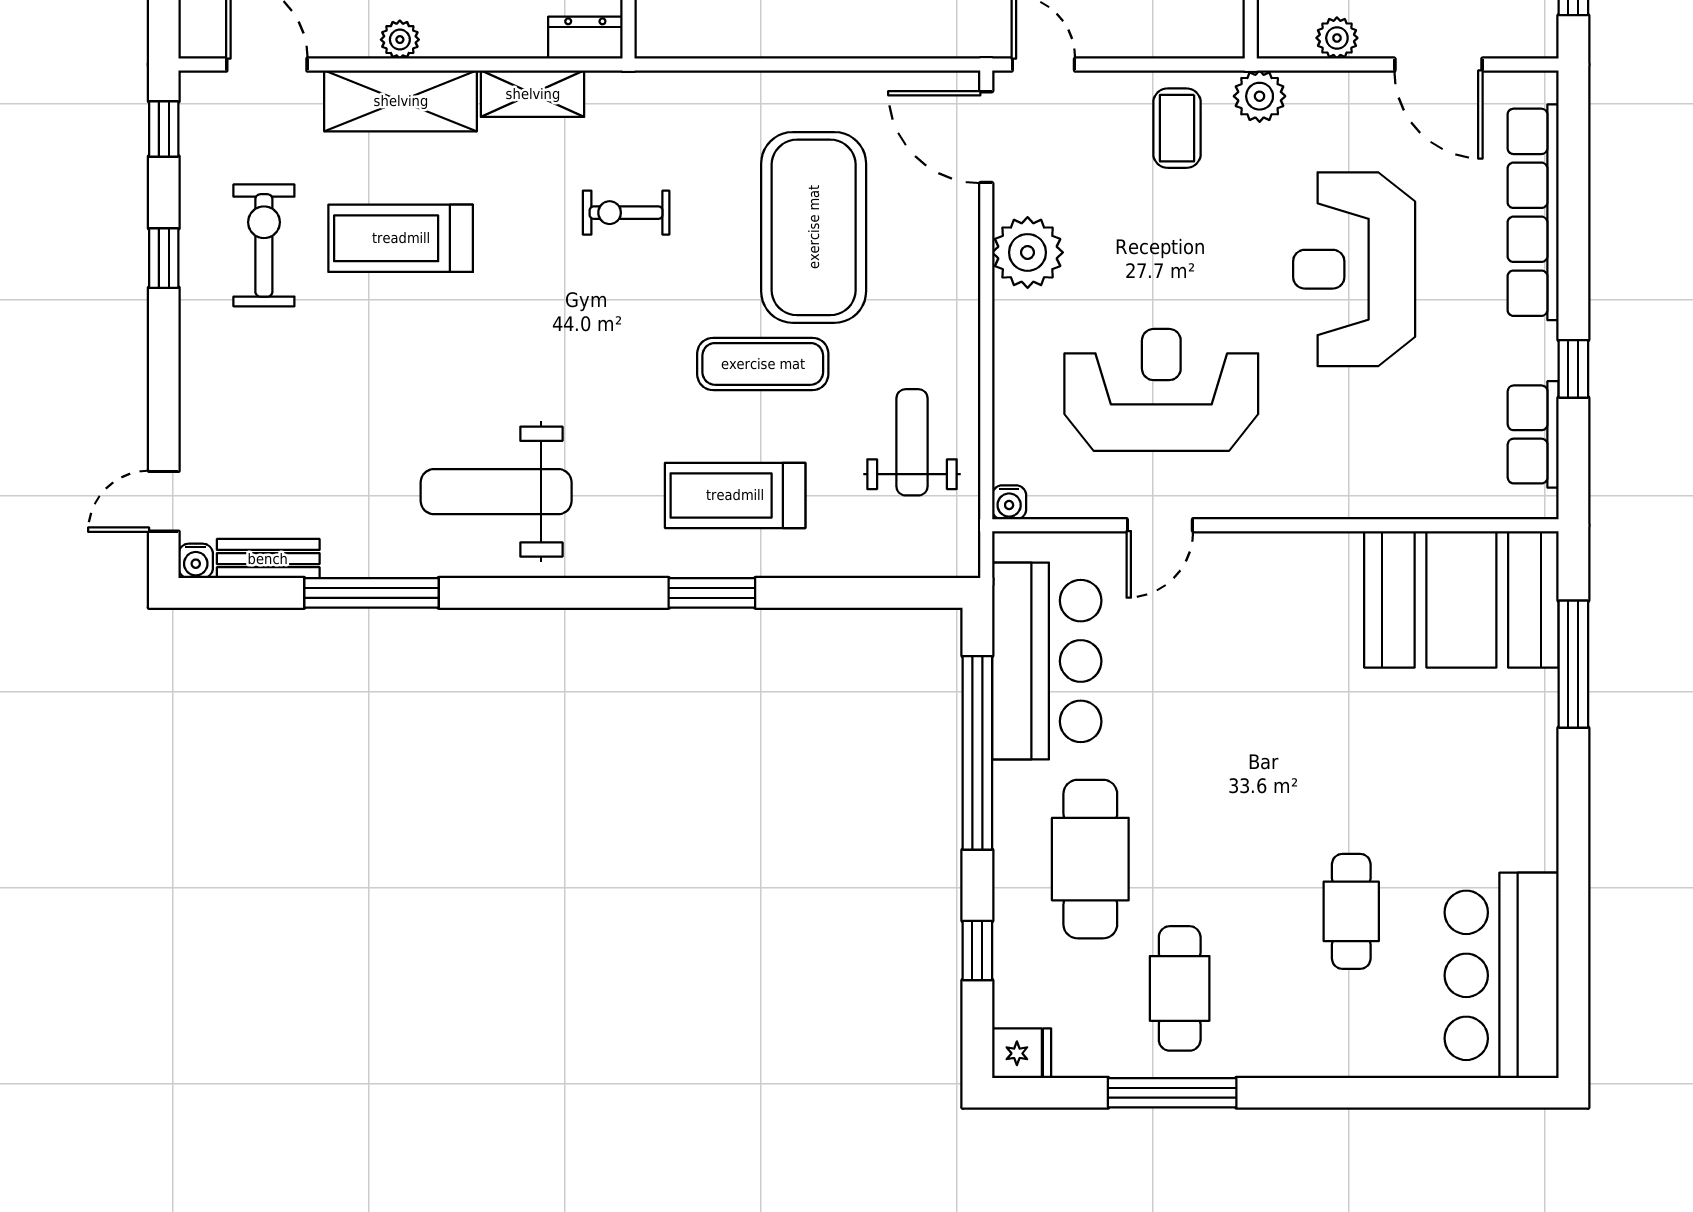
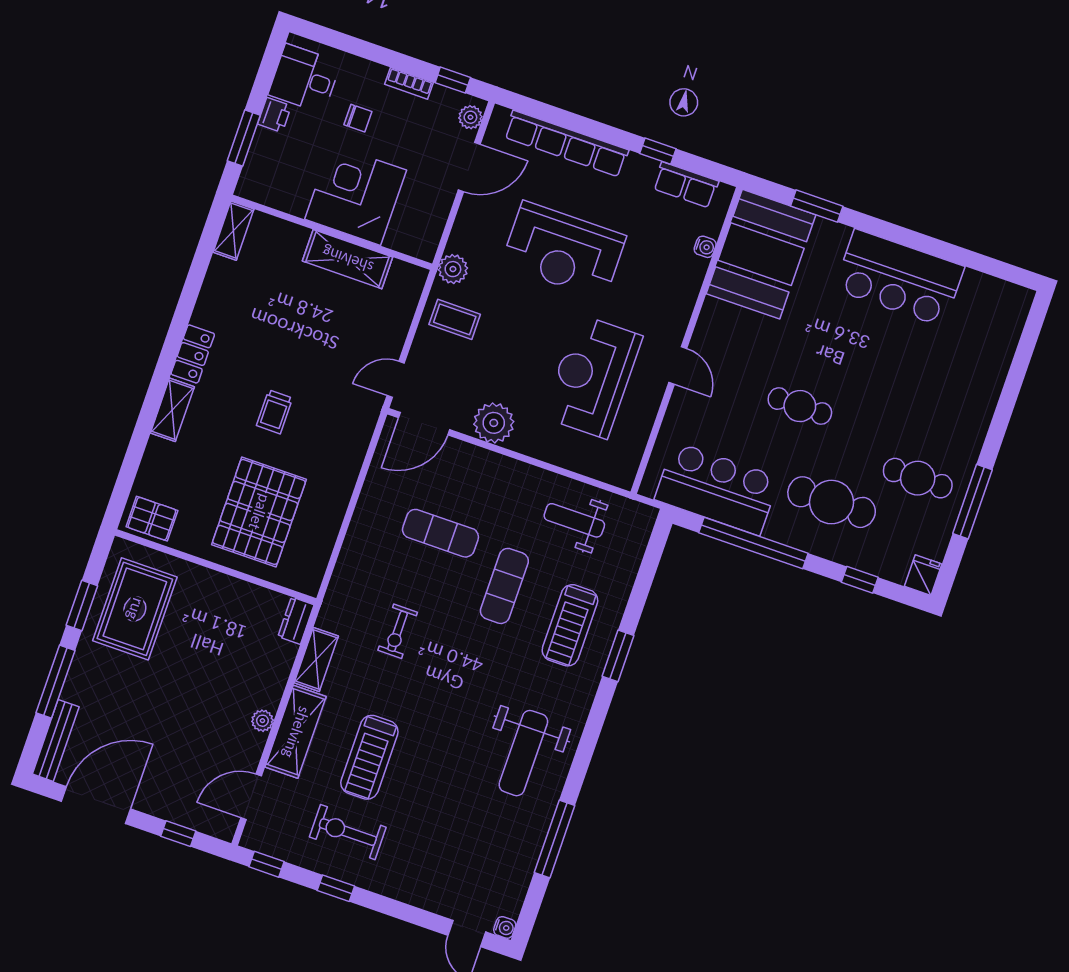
plant: (1337, 38) -> (470, 117), moved
exercise mat: (814, 227) -> (440, 533), width x0.50, depth x0.69
water cooler: (1009, 502) -> (705, 247), moved
door: (1160, 525) -> (678, 365), moved
bench: (268, 559) -> (517, 888), removed
window: (1573, 664) -> (817, 206), width x0.69
cafe table: (1351, 911) -> (800, 406), moved
bar counter: (1502, 975) -> (899, 278), moved

